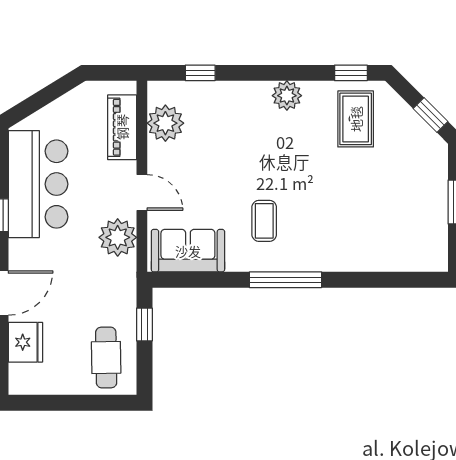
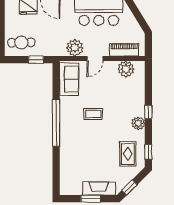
window: (200, 73) -> (148, 112), moved
rug: (356, 119) -> (128, 154), turned 90
fireplace: (433, 184) -> (99, 188), added
coffee table: (264, 221) -> (93, 114), moved
window: (285, 280) -> (56, 123), width x1.46

